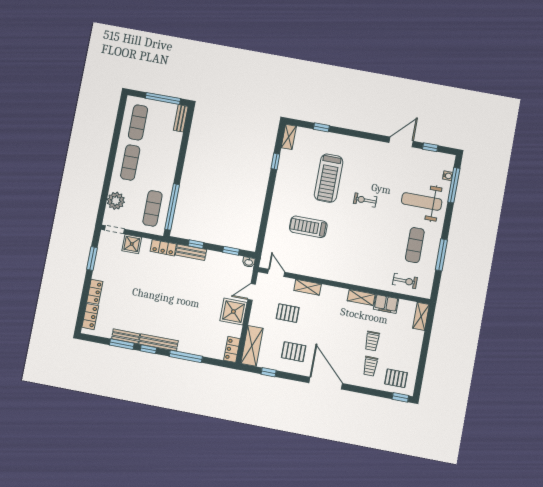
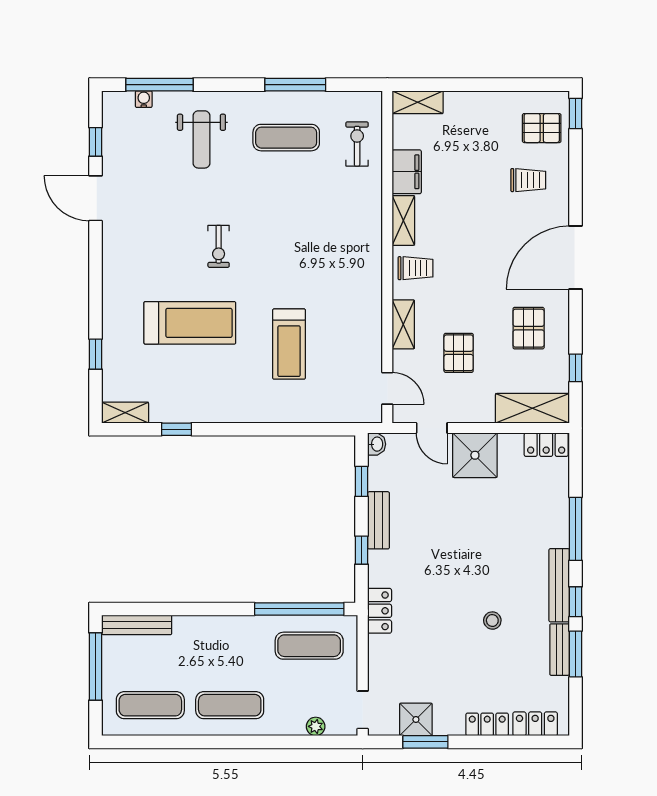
bench: (181, 118) -> (137, 625), width x1.36
plant: (116, 201) -> (316, 726), width x0.53, depth x0.53
weight bench: (422, 201) -> (201, 139), width x0.73, depth x0.75
shower: (132, 244) -> (416, 719), moved
bench: (191, 252) -> (378, 520), moved
door: (276, 273) -> (387, 388), swing flipped
stool: (147, 304) -> (492, 621), added
trolley: (372, 341) -> (416, 268), moved
pallet: (396, 378) -> (542, 128), turned 90

